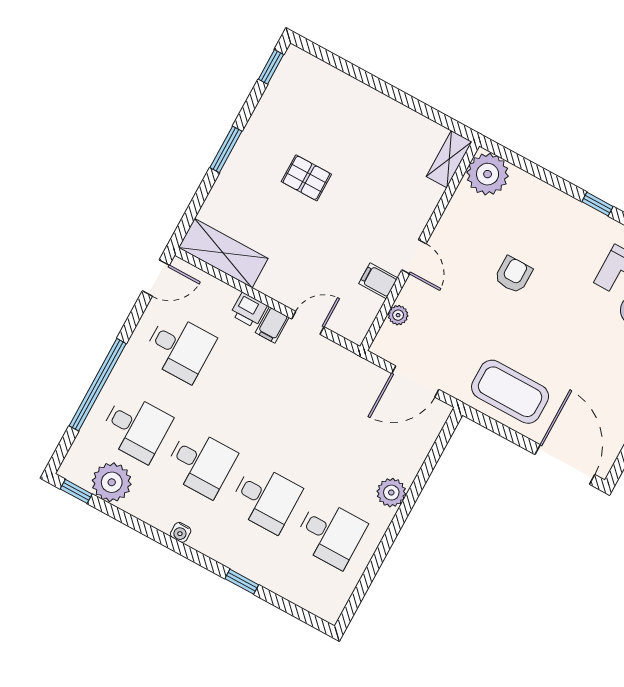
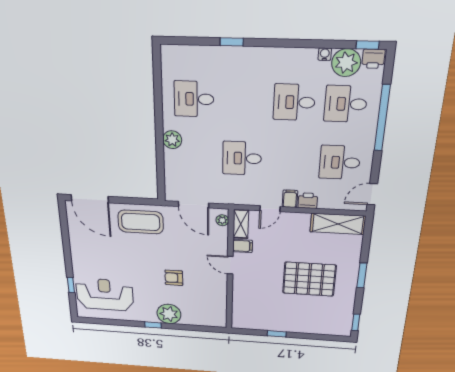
window: (404, 99) -> (277, 334), added
shelving: (449, 159) -> (241, 224), moved
plant: (488, 174) -> (169, 314), moved
pallet: (306, 178) -> (309, 279), width x2.05, depth x2.00
armchair: (513, 275) -> (174, 278), turned 90
plant: (398, 315) -> (222, 220), moved
door: (415, 381) -> (193, 205), swing flipped
printer: (76, 470) -> (373, 59), added
desk: (265, 498) -> (242, 158), moved
water cooler: (181, 532) -> (325, 54), moved

